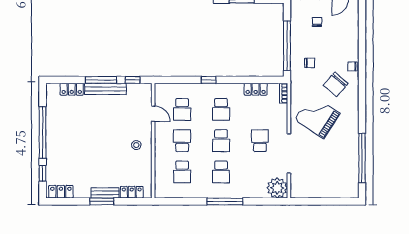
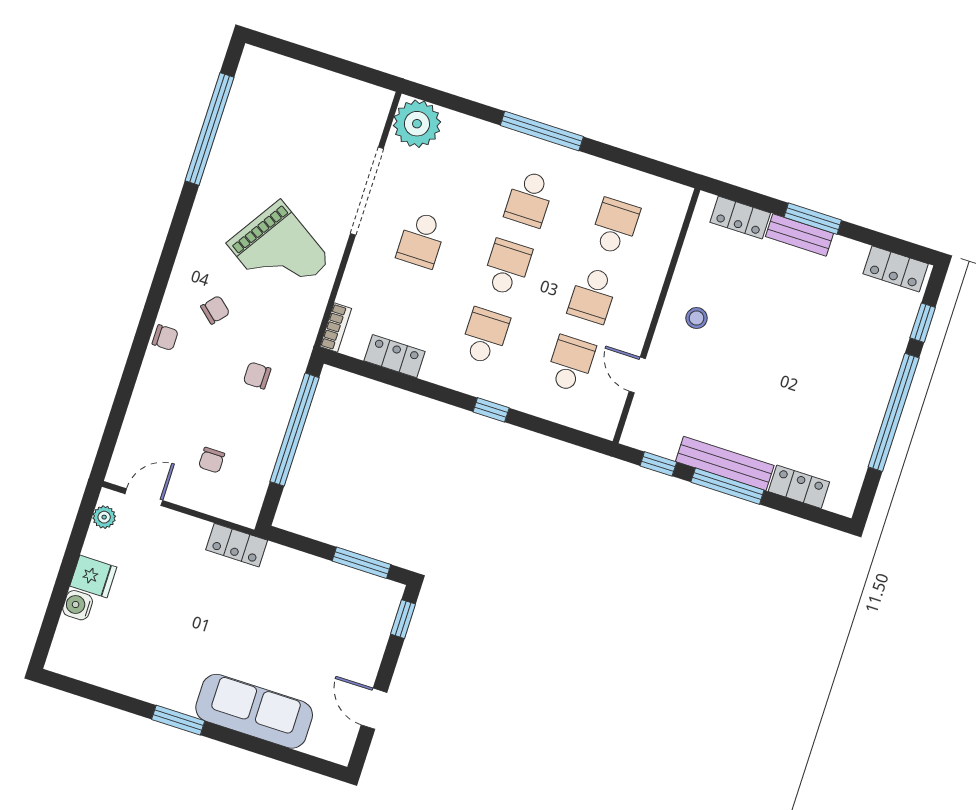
chair: (336, 84) -> (215, 310), width x0.54, depth x0.54
school desk: (221, 172) -> (529, 199), turned 180

